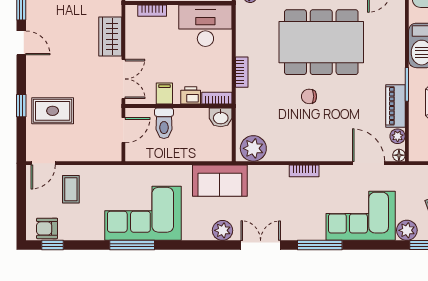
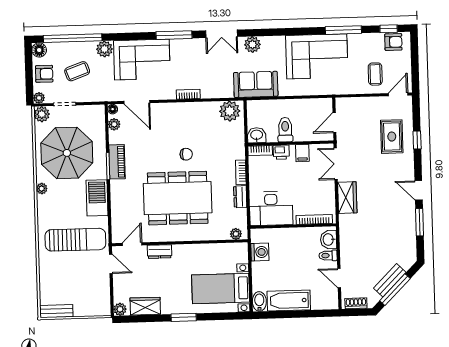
bookcase: (152, 11) -> (314, 219), width x1.56
dresser: (243, 42) -> (240, 197), added
piano: (395, 106) -> (117, 162), moved
rug: (53, 111) -> (392, 137), turned 90
toilet: (164, 123) -> (285, 130), moved
window: (132, 245) -> (343, 30), moved

